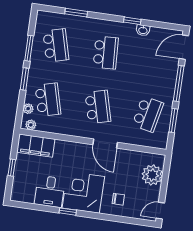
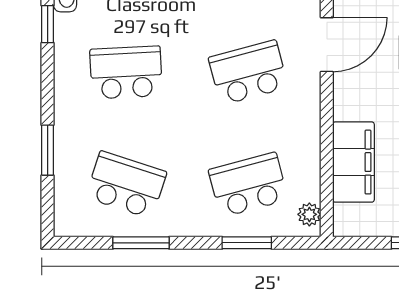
school desk: (56, 45) -> (126, 185), turned 33
window: (25, 79) -> (247, 243), moved
plant: (28, 109) -> (274, 225), removed
filing cabinet: (36, 146) -> (353, 162), moved

